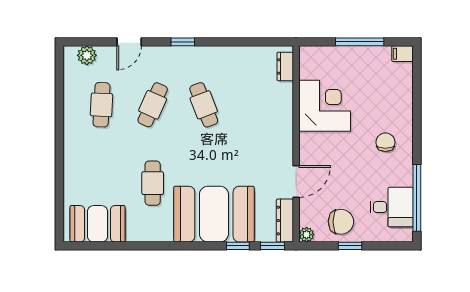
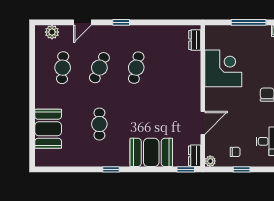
cafe table: (204, 105) -> (136, 68), turned 33
booth: (214, 214) -> (151, 152), width x0.73, depth x0.70
dresser: (285, 221) -> (195, 156), width x0.70
chair: (341, 222) -> (235, 152), width x0.54, depth x0.54
booth: (98, 224) -> (48, 129), moved, turned 90
window: (238, 246) -> (111, 169), moved

